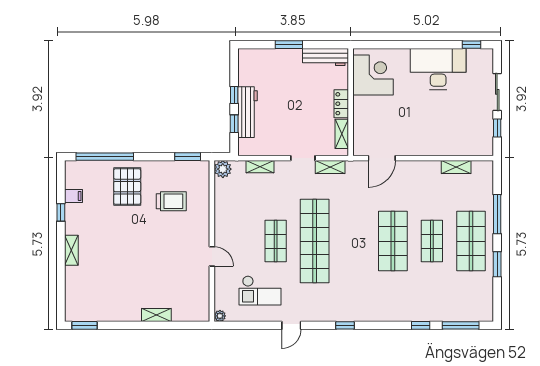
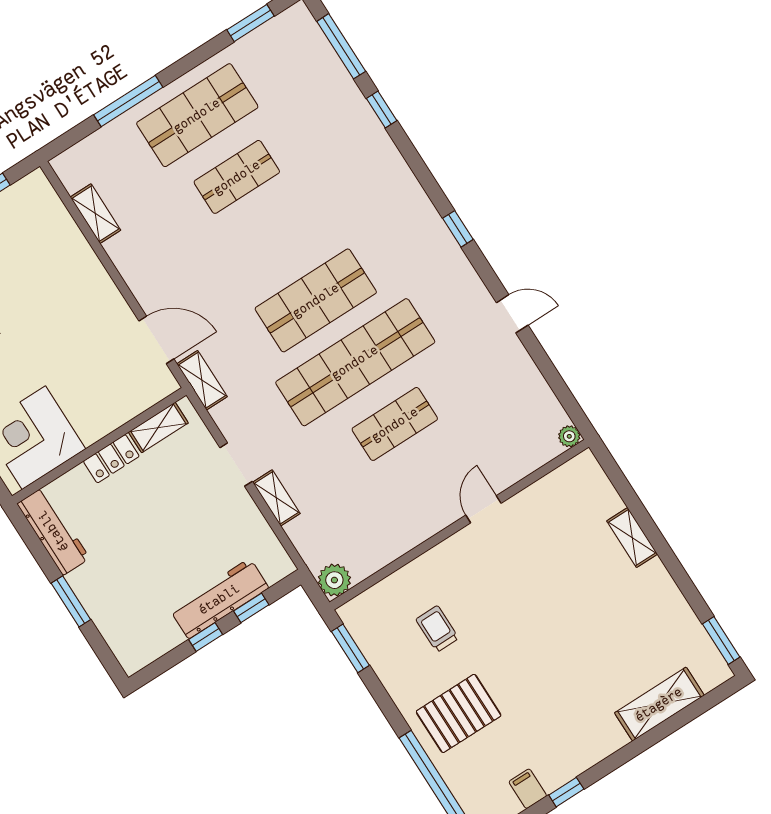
shelving: (260, 167) -> (276, 498), moved
shelving: (330, 167) -> (202, 380), moved
trolley: (171, 201) -> (437, 629), width x0.73, depth x0.72
shop shelf: (393, 241) -> (316, 300), moved
shelving: (71, 250) -> (659, 704), moved, width x1.50, depth x1.33
window: (497, 264) -> (250, 23), moved
checkout: (260, 290) -> (489, 399), removed

